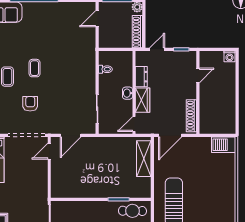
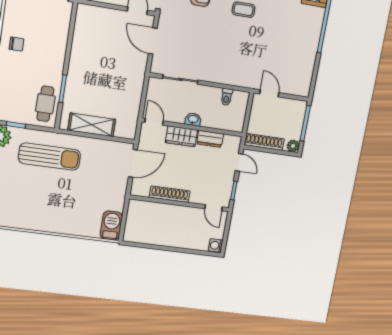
door: (97, 19) -> (269, 93), moved
door: (198, 76) -> (214, 208), moved
shoe rack: (191, 116) -> (170, 194), moved
door: (170, 135) -> (133, 163), swing flipped
shelving: (144, 159) -> (92, 125), moved

